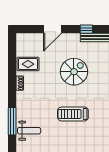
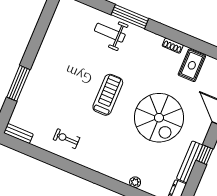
spiral stairs: (74, 72) -> (159, 118), width x1.37, depth x1.37
weight bench: (29, 131) -> (110, 33), turned 90

